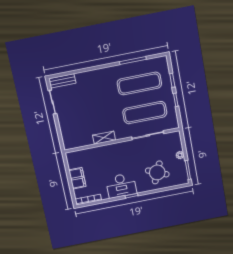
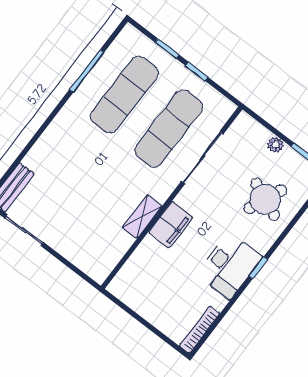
filing cabinet: (77, 178) -> (170, 225), moved, turned 90

